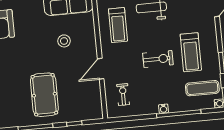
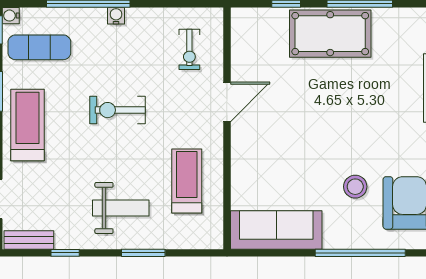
stool: (64, 41) -> (355, 187), moved
treadmill: (191, 52) -> (28, 125), moved
pool table: (44, 95) -> (330, 34), moved, turned 90

